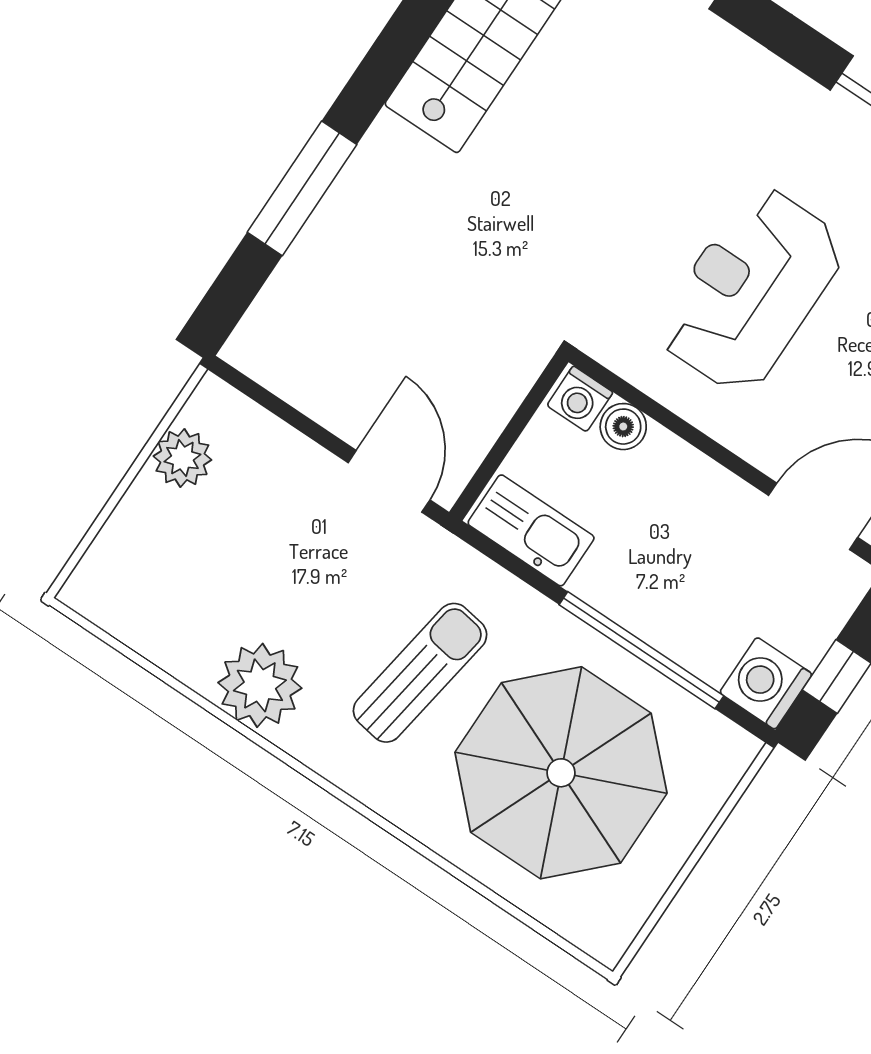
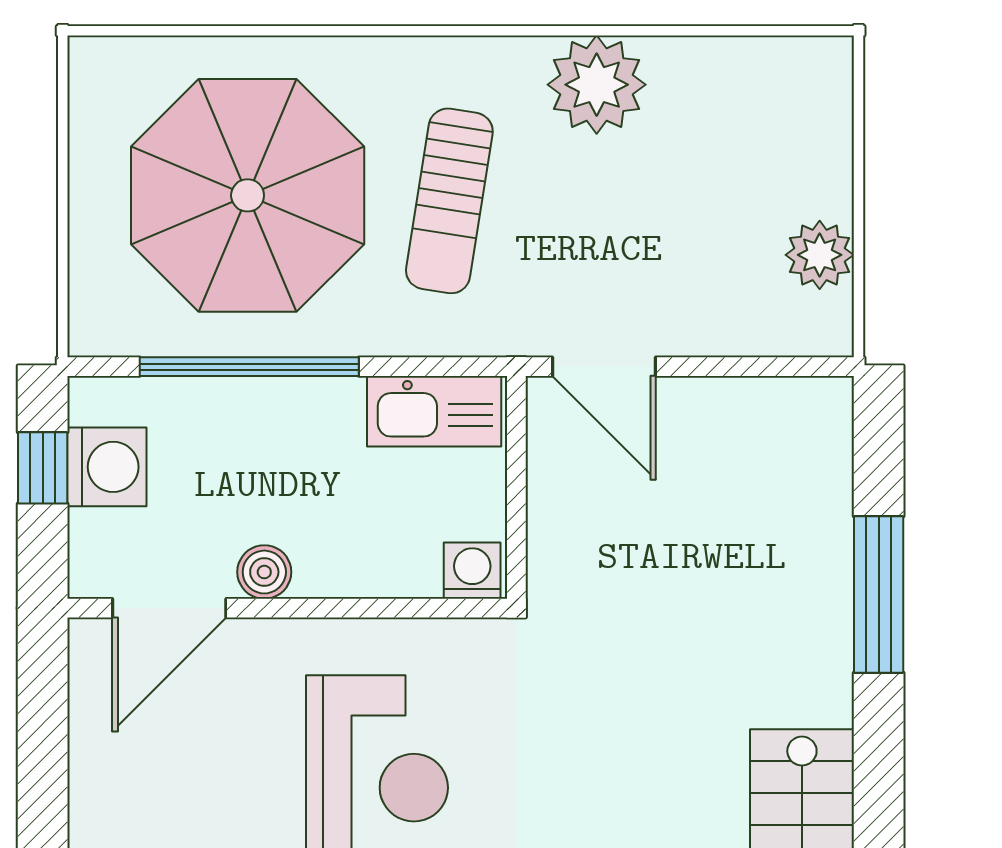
boiler: (623, 427) -> (264, 572), moved
washing machine: (766, 683) -> (107, 467), moved

